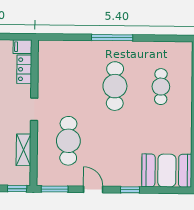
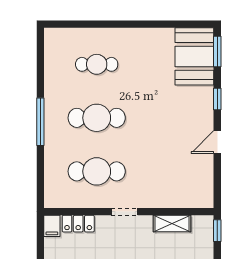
cafe table: (68, 141) -> (97, 171), moved
window: (55, 189) -> (217, 51), moved

